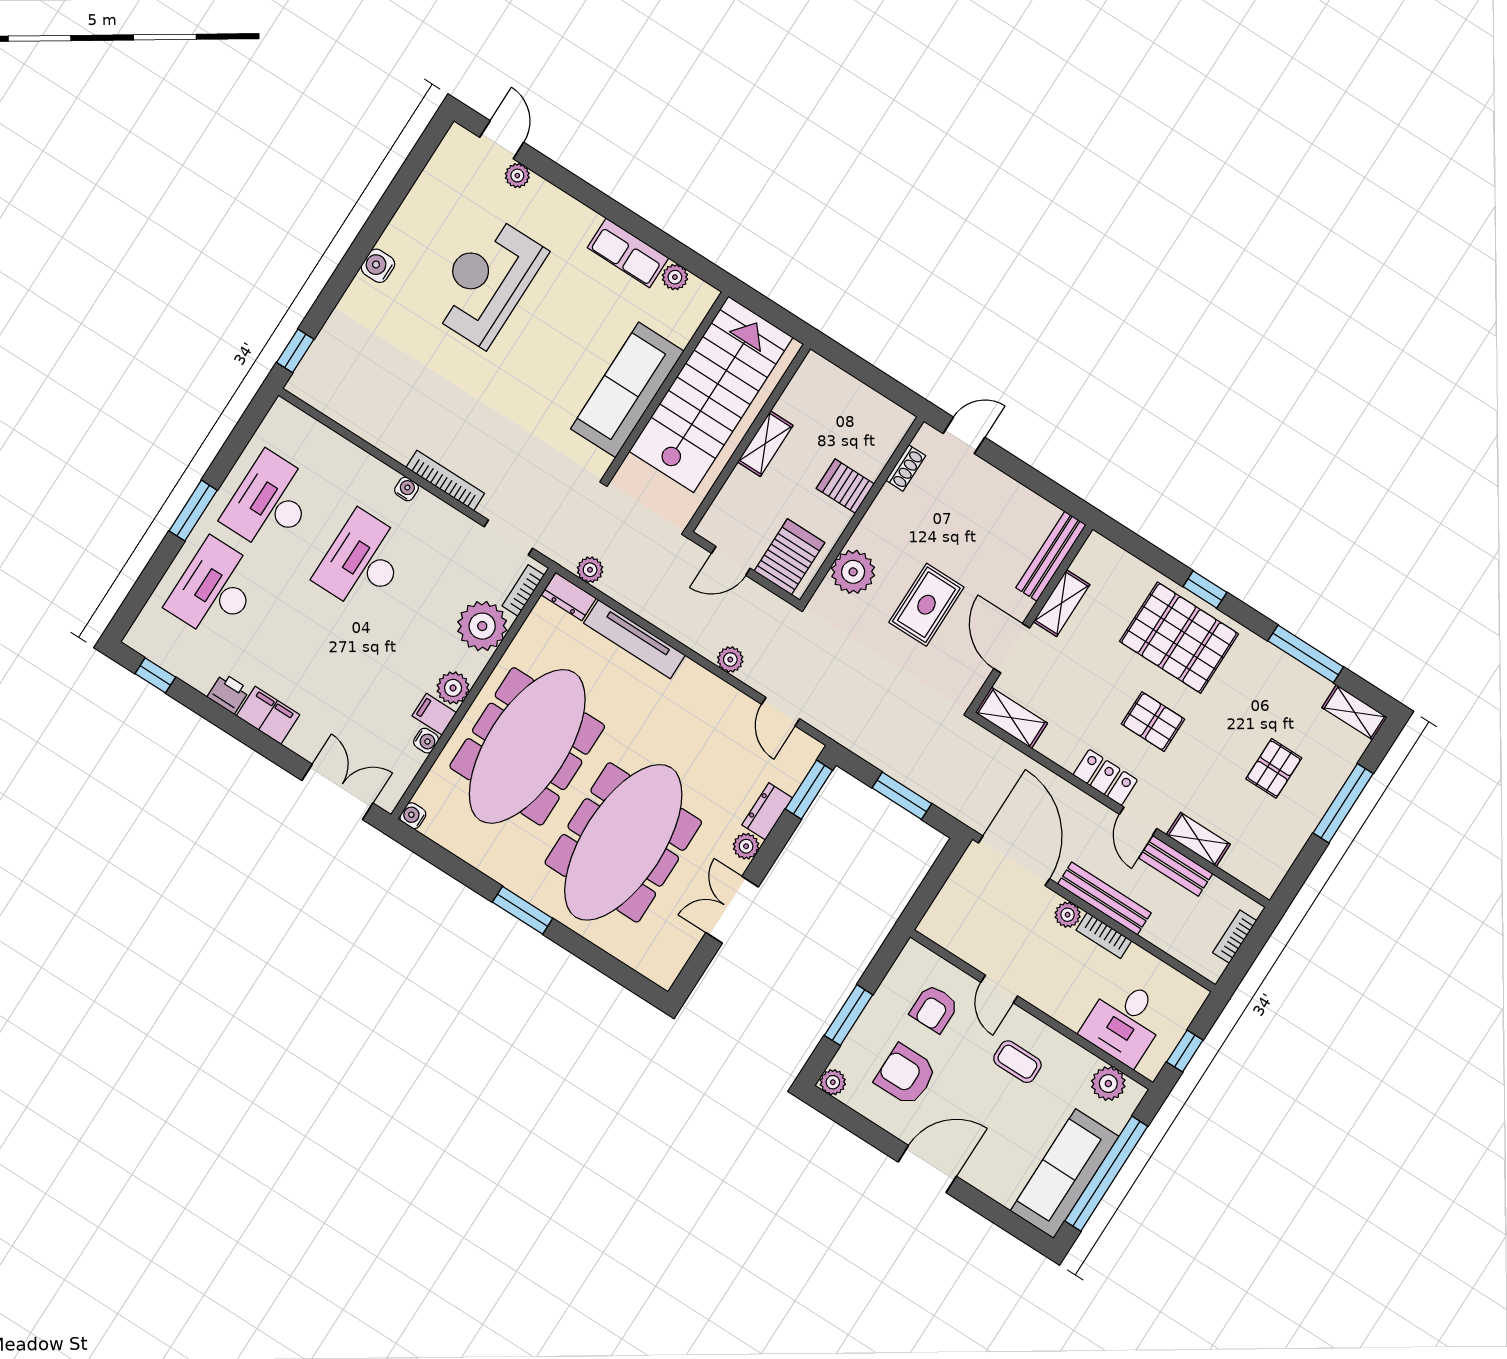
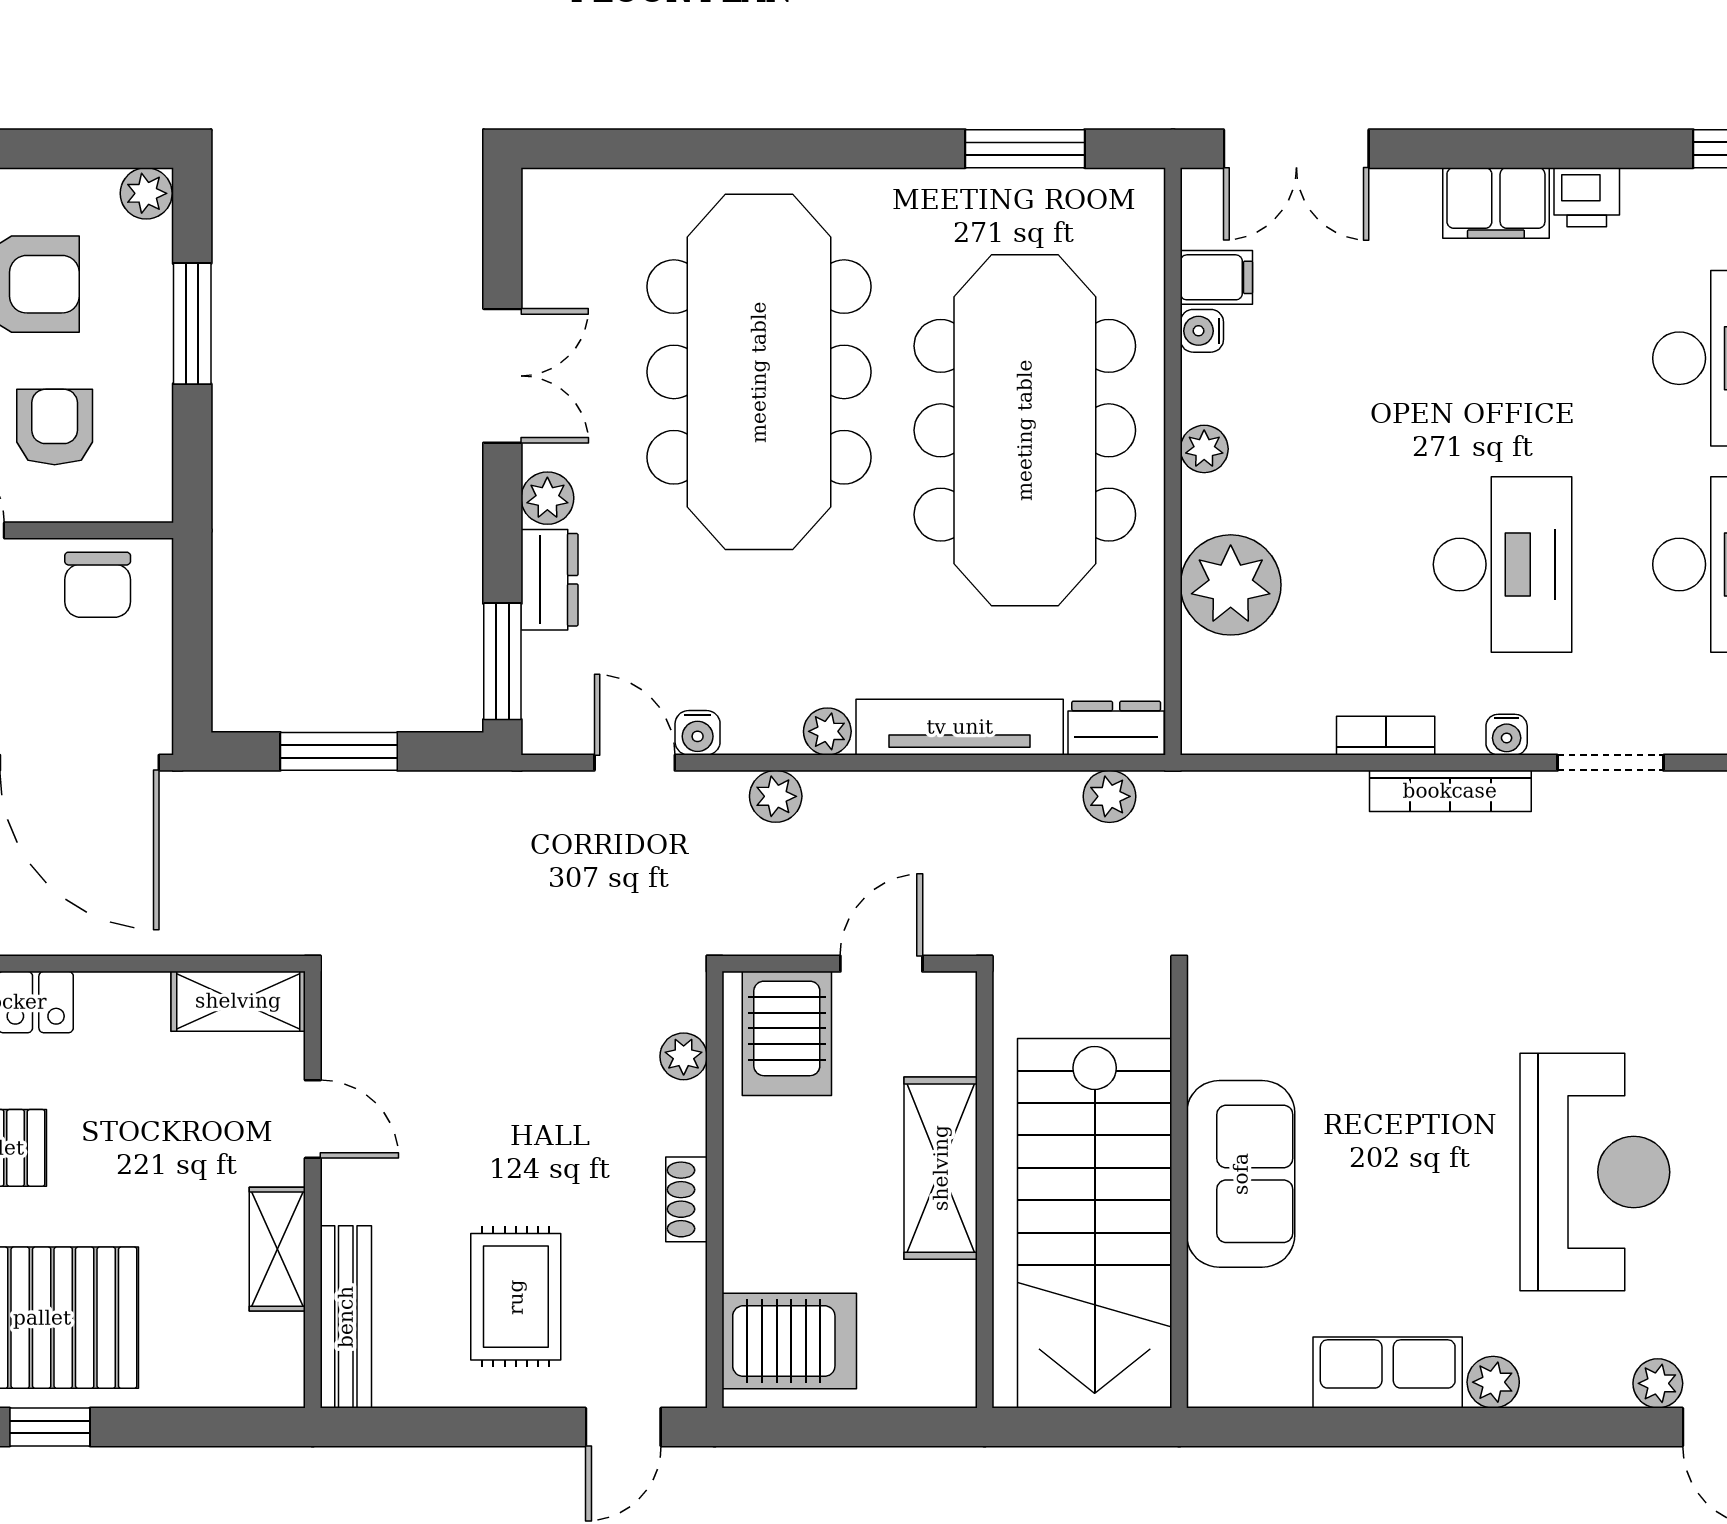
plant: (675, 277) -> (1493, 1382), moved
sofa: (627, 390) -> (1241, 1174), width x0.73
shelving: (765, 444) -> (941, 1168), width x1.50, depth x1.33
shoe rack: (906, 468) -> (686, 1199), moved
server rack: (845, 486) -> (789, 1341), moved, width x1.36, depth x1.44
doorway: (508, 537) -> (1610, 763), moved
plant: (853, 572) -> (684, 1056), width x0.53, depth x0.53
bookcase: (523, 590) -> (1386, 736), moved, turned -90
rug: (926, 605) -> (516, 1297), moved
door: (1012, 648) -> (313, 1119), width x0.73
plant: (691, 673) -> (827, 731), added
plant: (453, 688) -> (1204, 449), width x0.73, depth x0.73
filing cabinet: (434, 714) -> (1216, 277), moved
water cooler: (413, 816) -> (698, 733), moved, turned 90
window: (523, 910) -> (1025, 149), moved
chair: (958, 931) -> (98, 585), added

